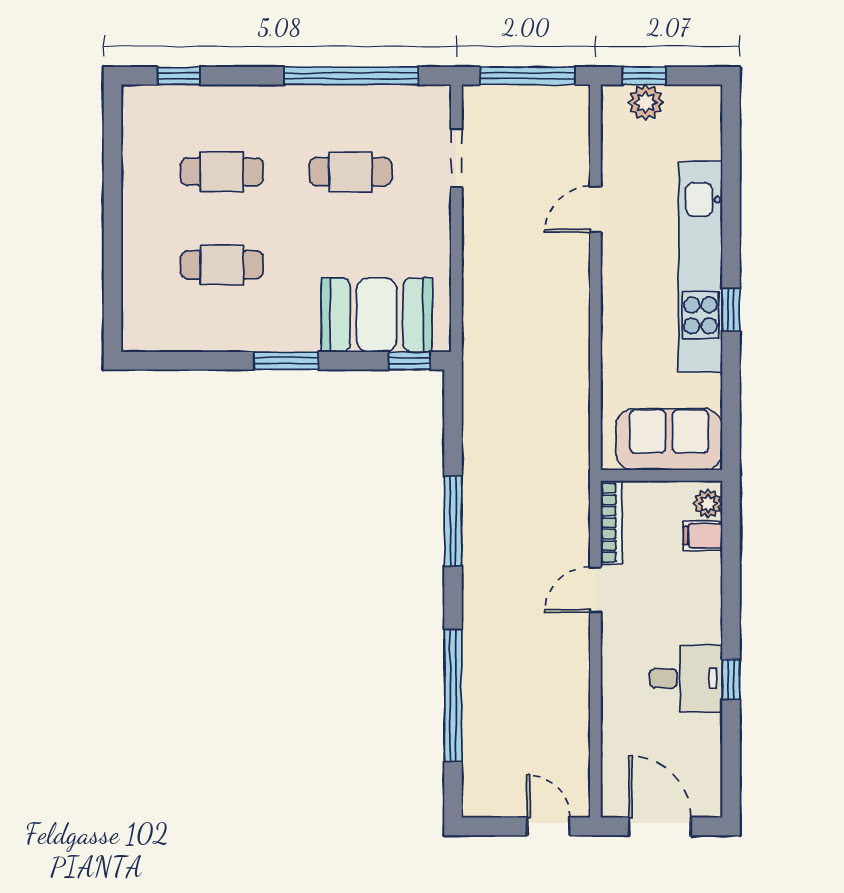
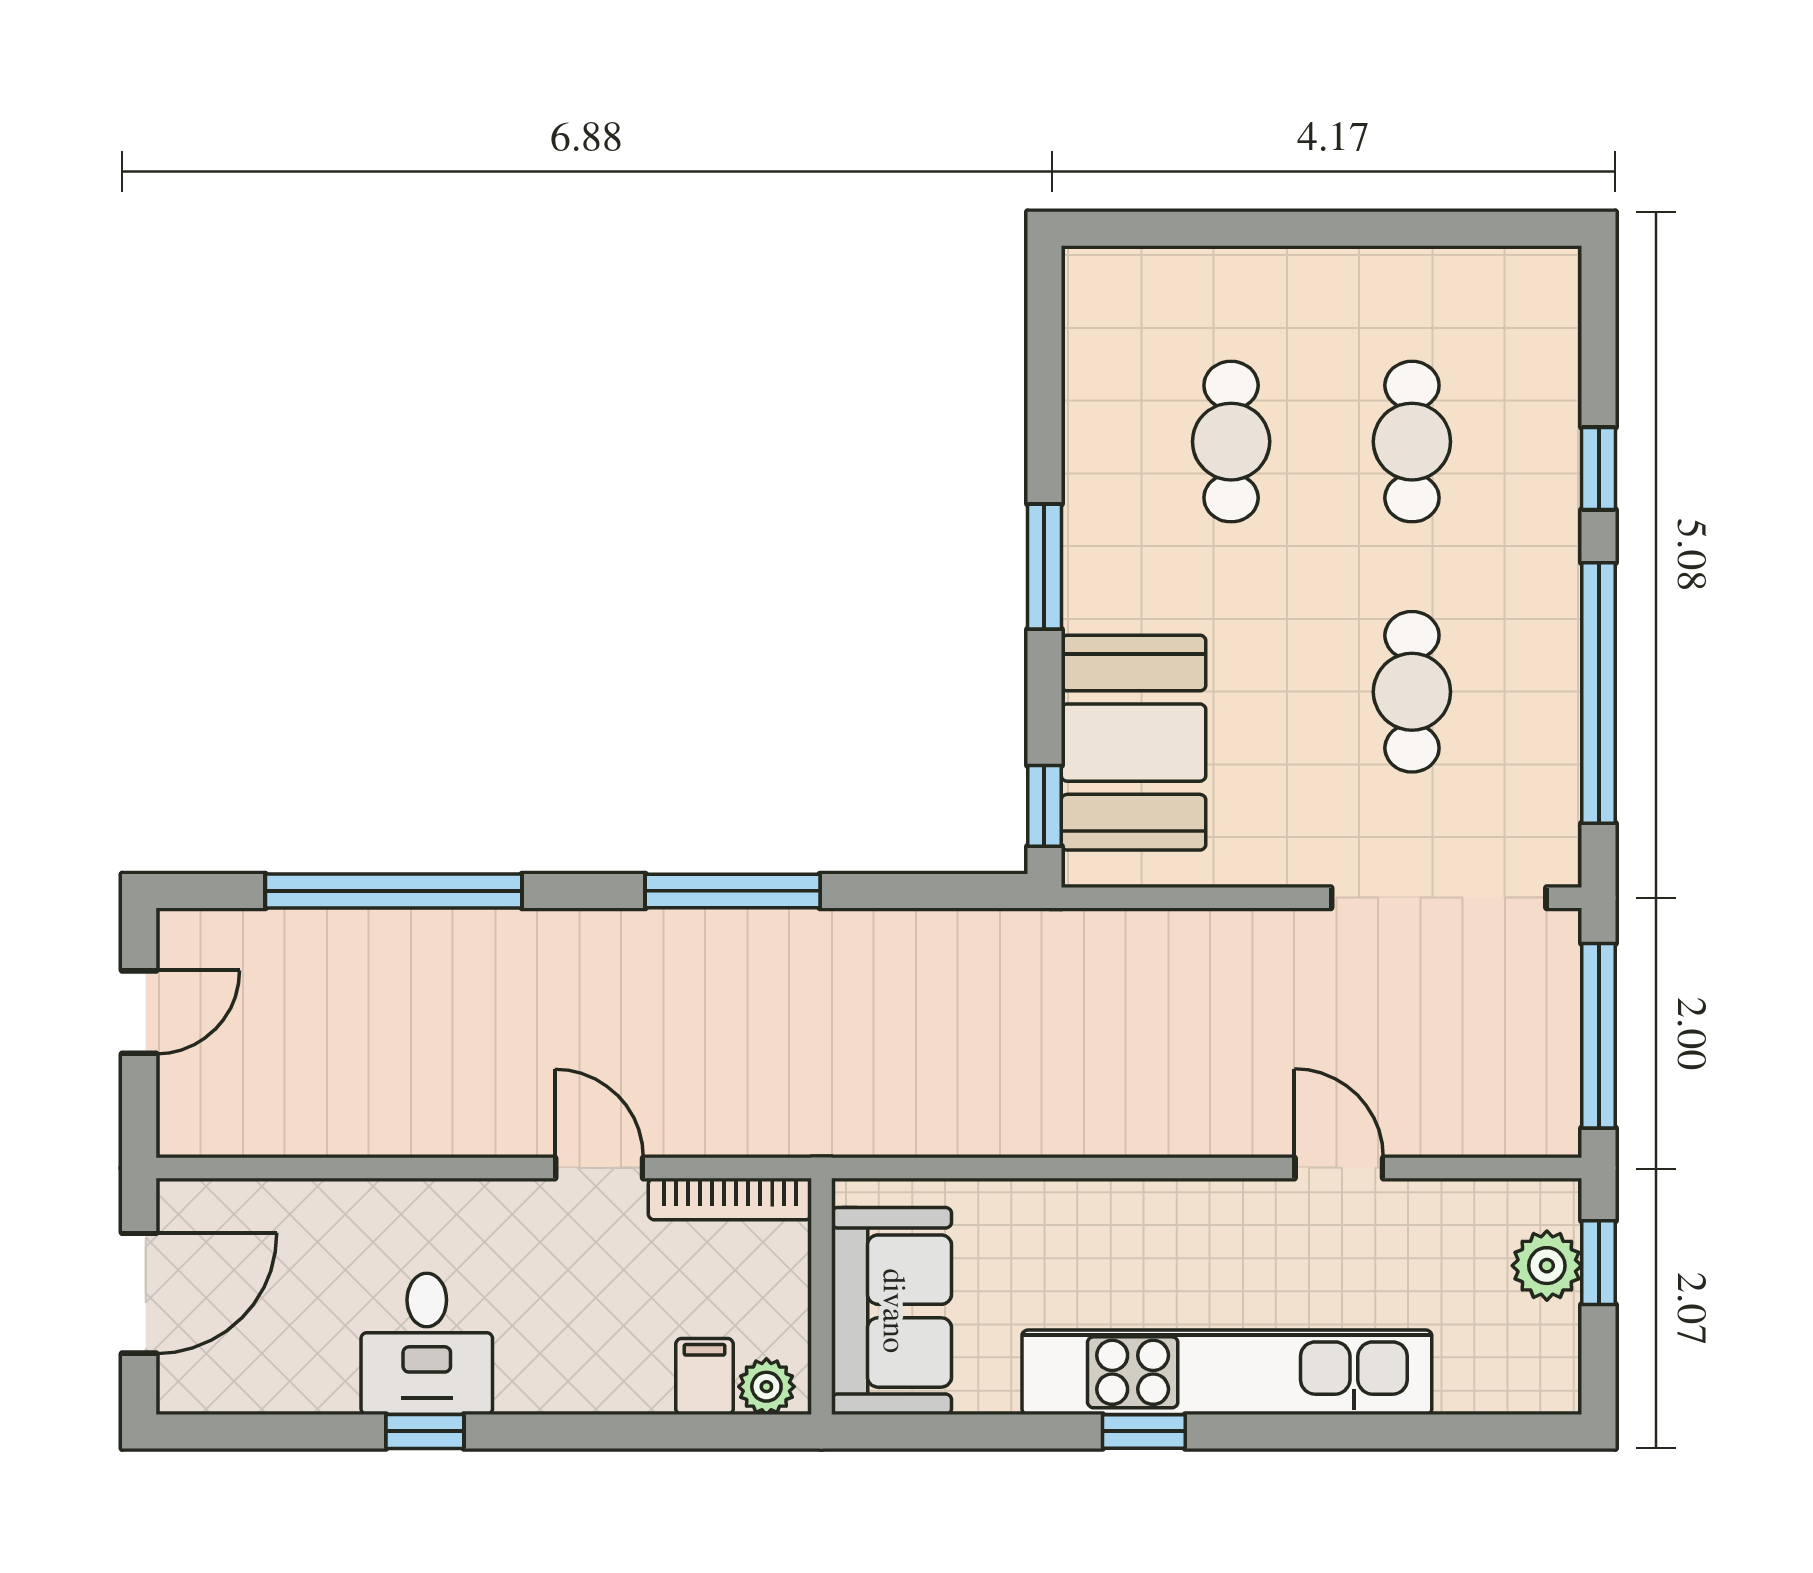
window: (179, 76) -> (1599, 468), moved
doorway: (456, 158) -> (1439, 898), width x1.87
door: (549, 826) -> (139, 1012), moved

